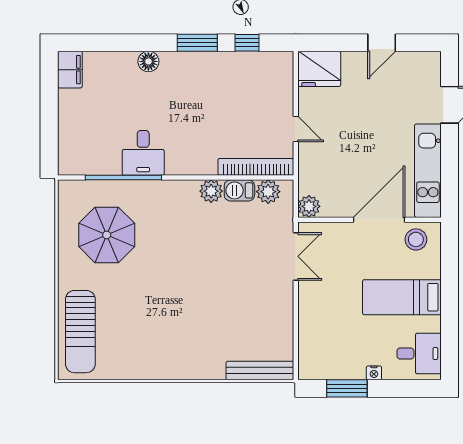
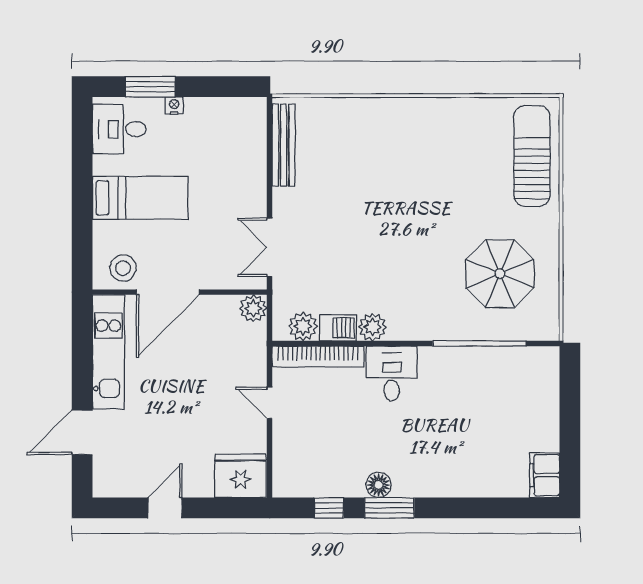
floor lamp: (148, 61) -> (379, 485), moved
desk: (143, 153) -> (392, 374), moved
bench: (260, 370) -> (284, 145), moved, turned 90
window: (347, 388) -> (150, 87), moved

